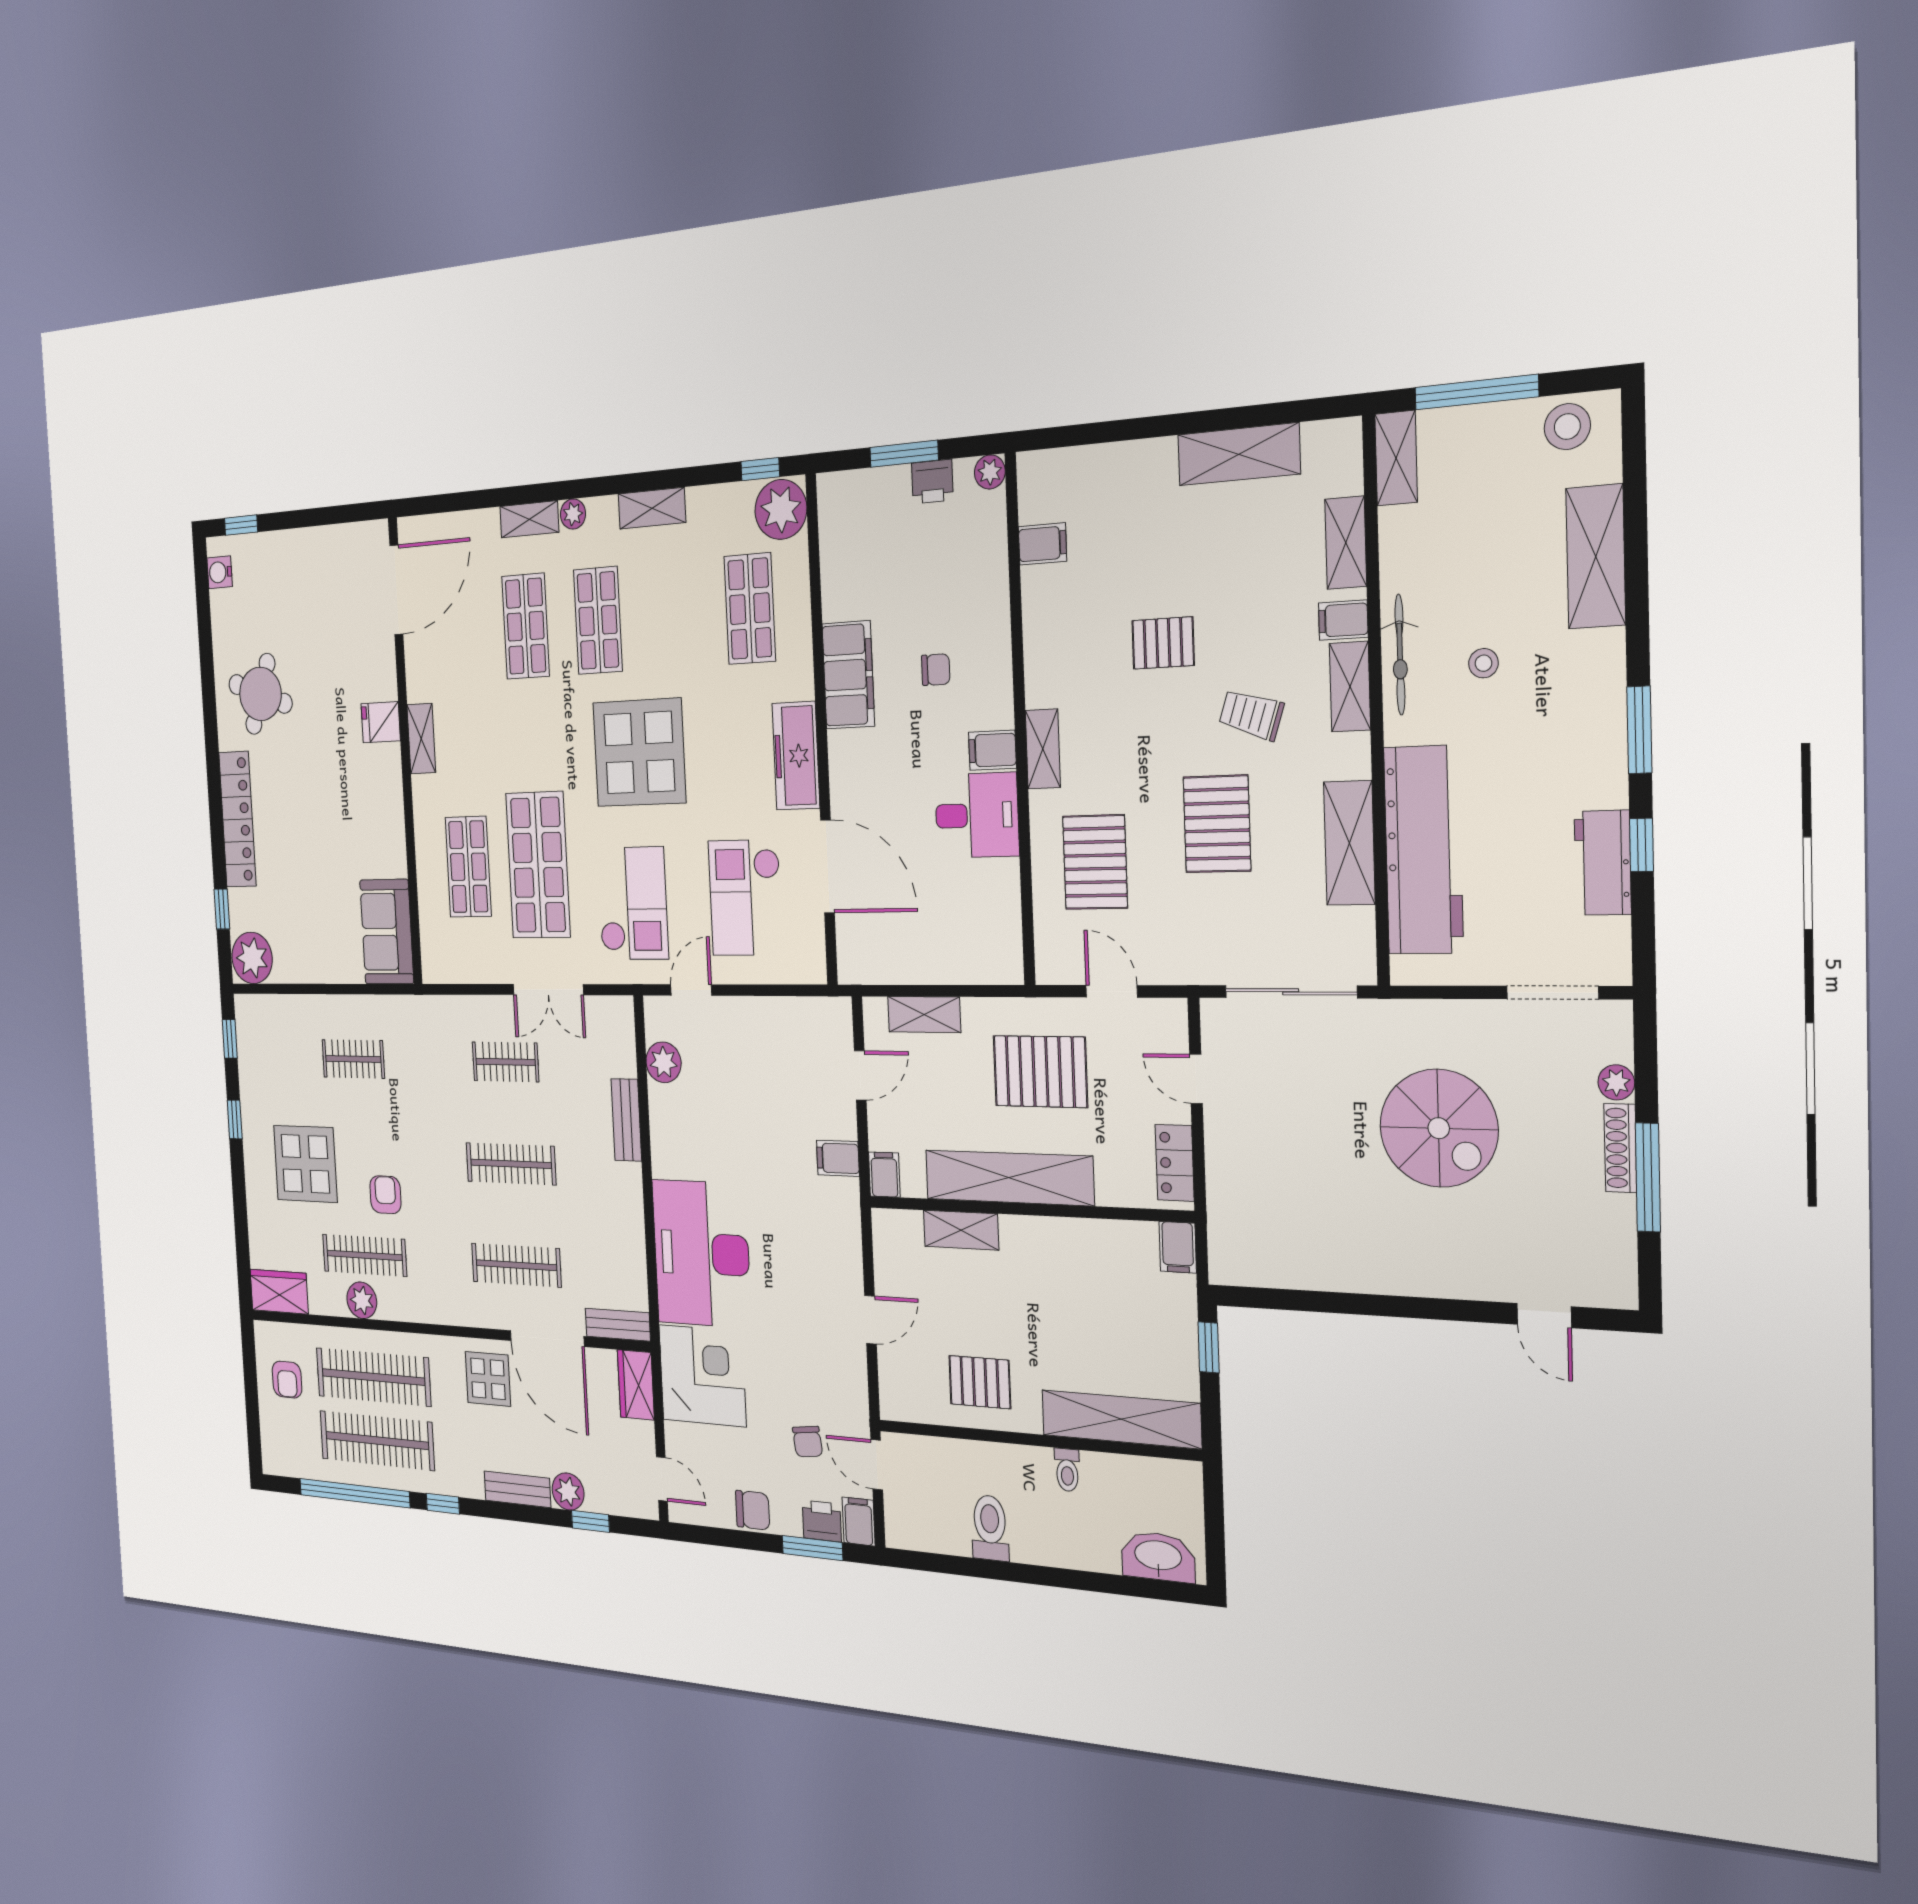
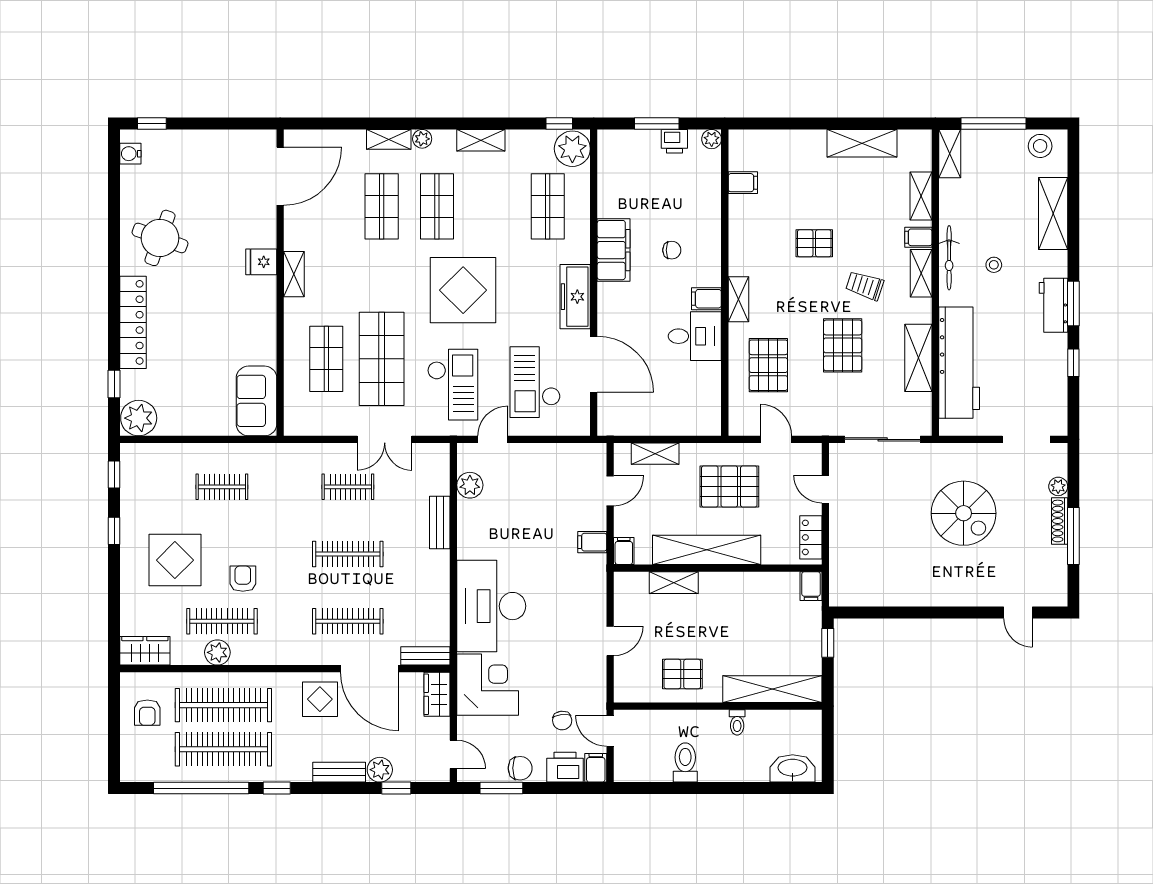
workbench: (1603, 863) -> (1053, 305), moved
printer: (822, 1521) -> (565, 767), width x1.36, depth x1.24
window: (812, 1548) -> (501, 788), moved

